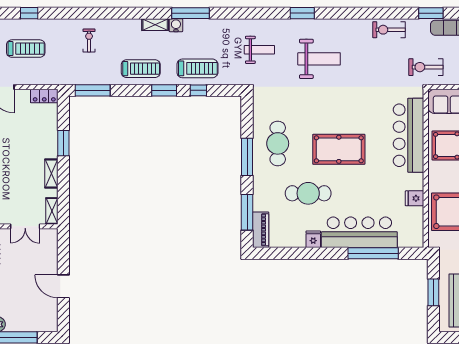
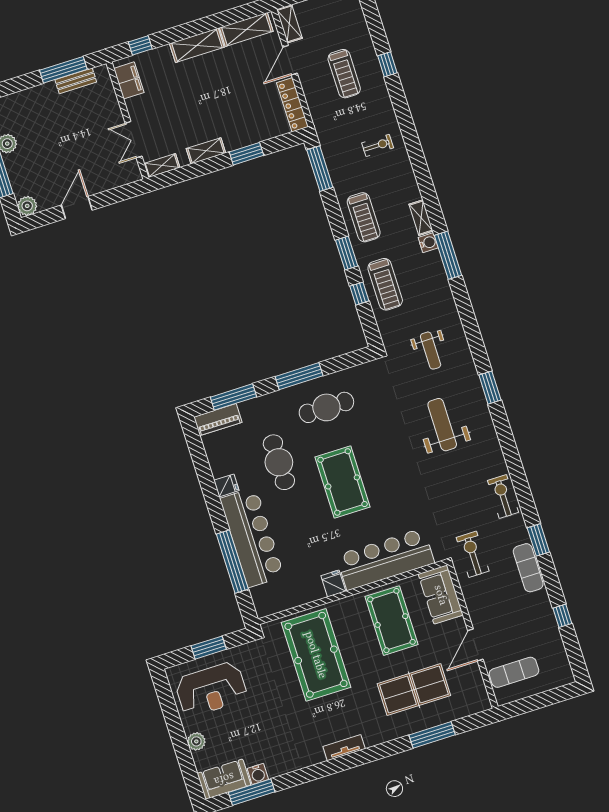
weight bench: (319, 59) -> (442, 425), turned 180
locker: (44, 96) -> (292, 105), width x1.53
fridge: (415, 198) -> (333, 584), moved
plant: (50, 324) -> (27, 206), added

